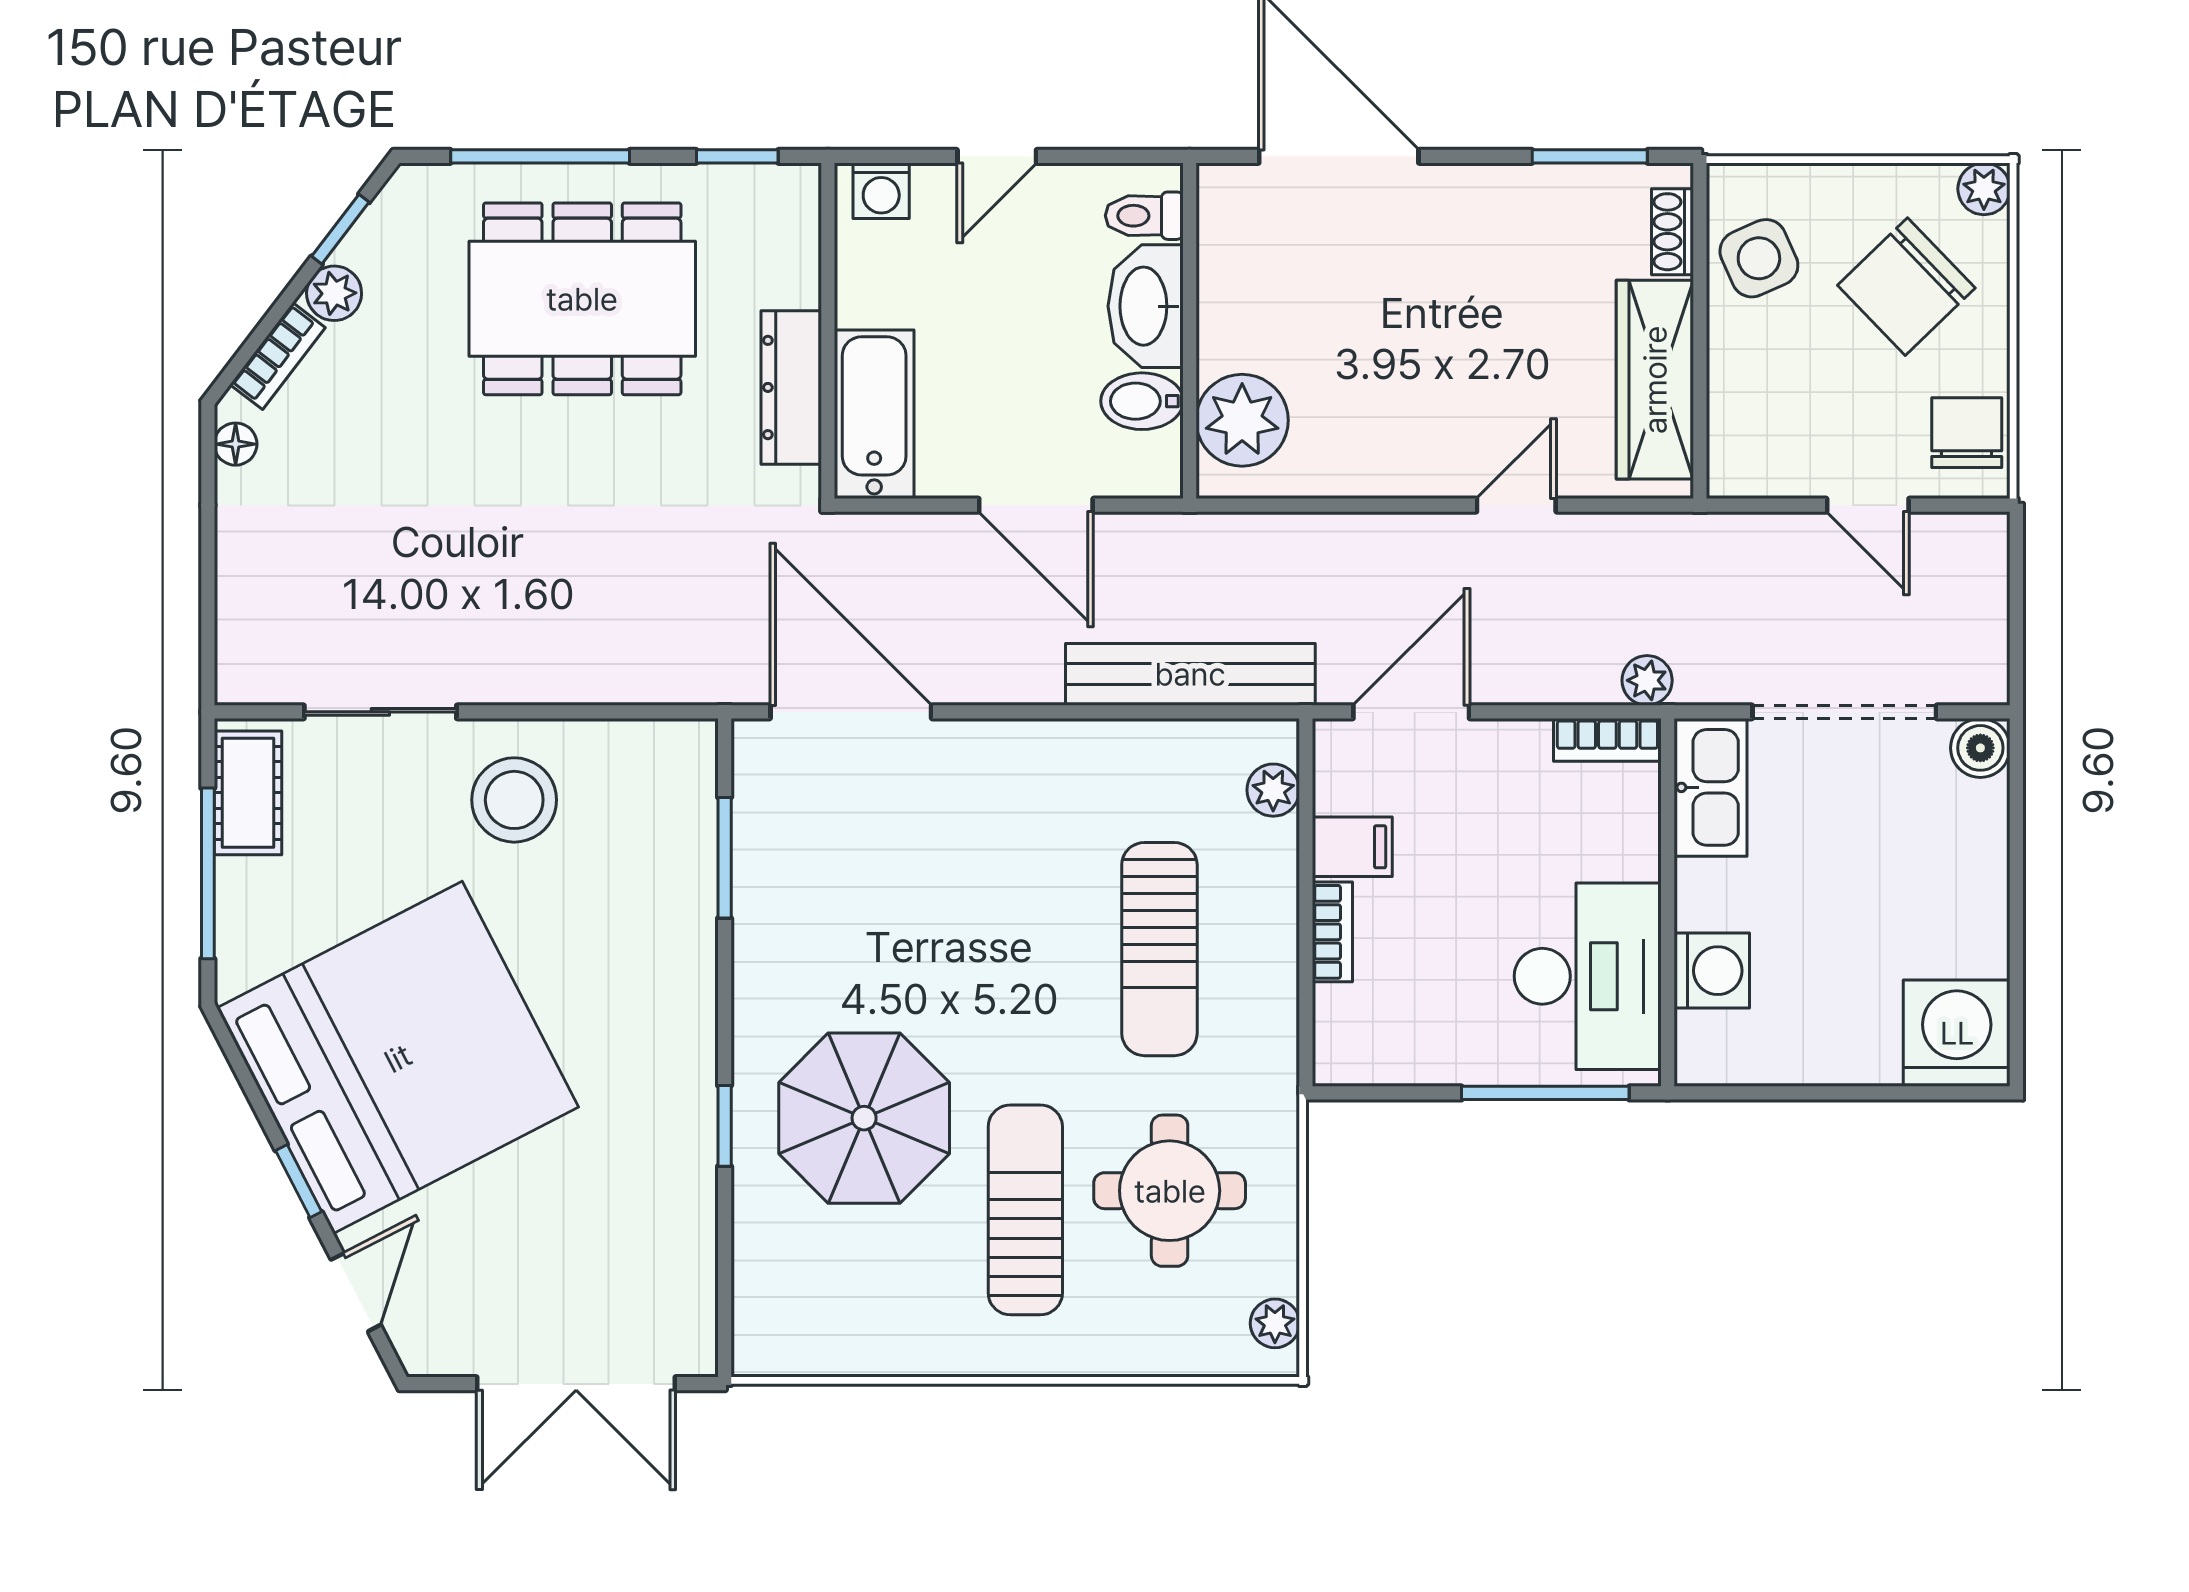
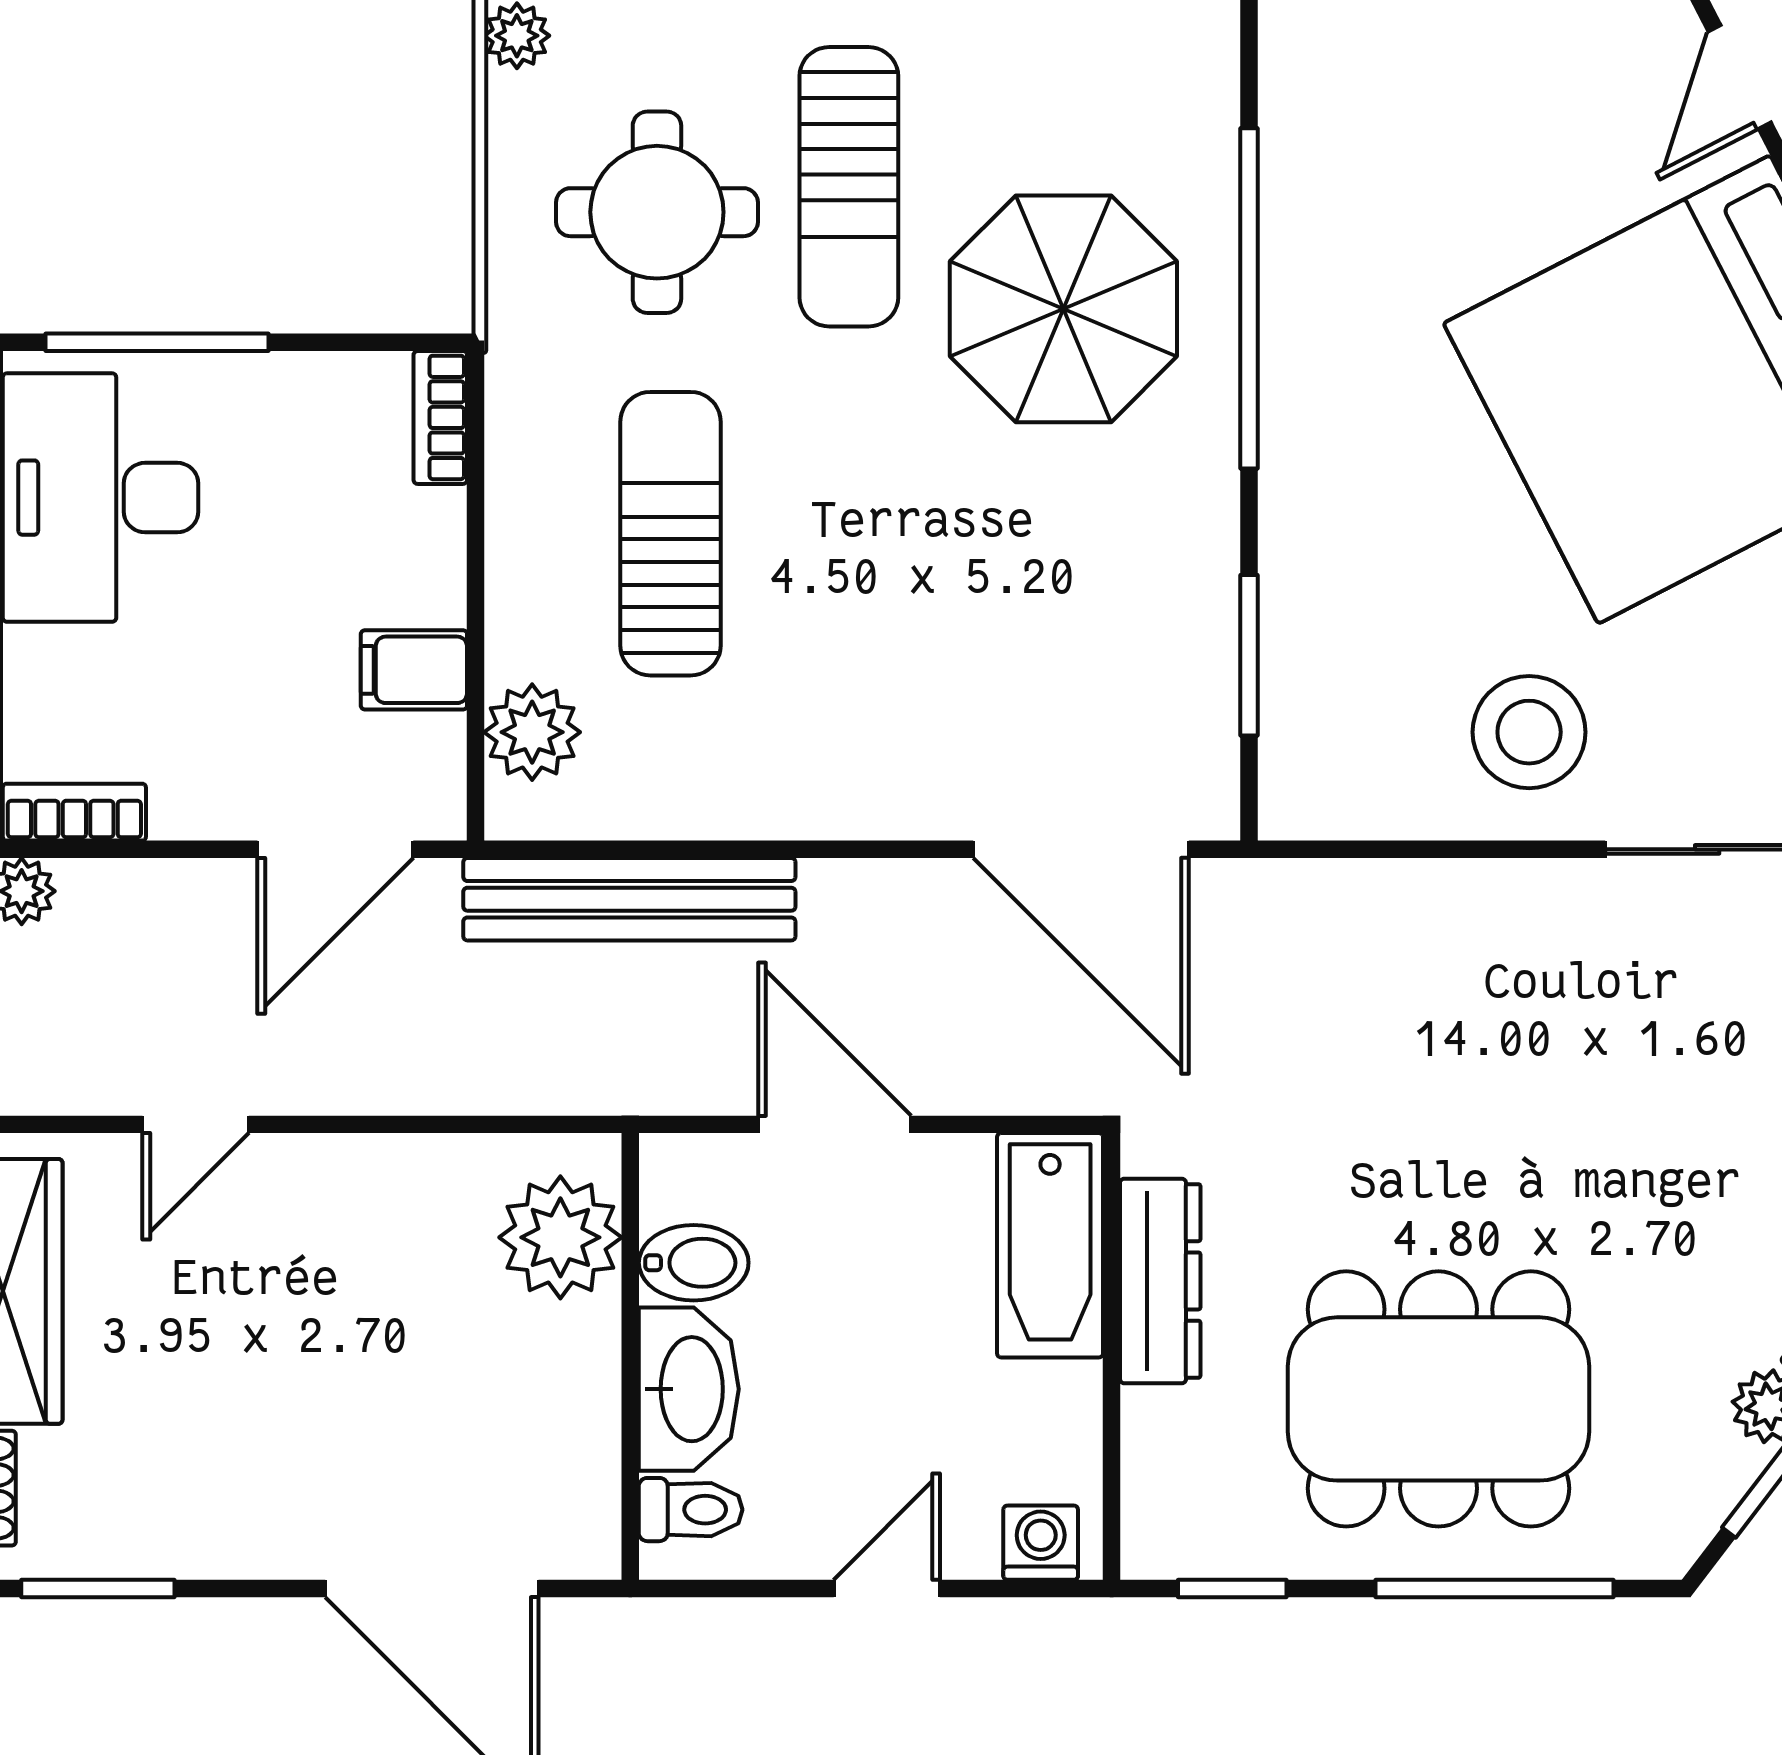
plant: (1273, 790) -> (532, 732), width x1.38, depth x1.38
bookcase: (1332, 932) -> (440, 417), moved
window: (725, 1126) -> (1249, 298), width x3.17

